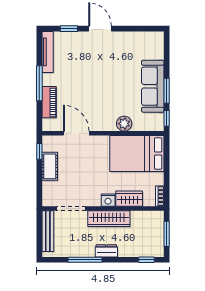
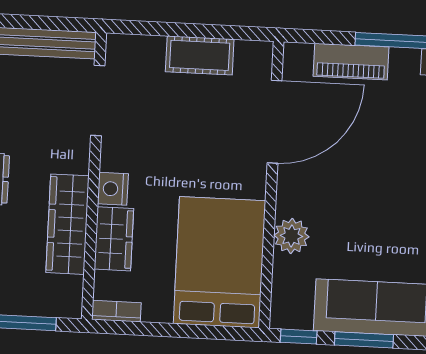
door: (76, 133) -> (275, 122), width x1.36
window: (39, 151) -> (236, 33), removed
wardrobe: (109, 219) -> (68, 224), moved

